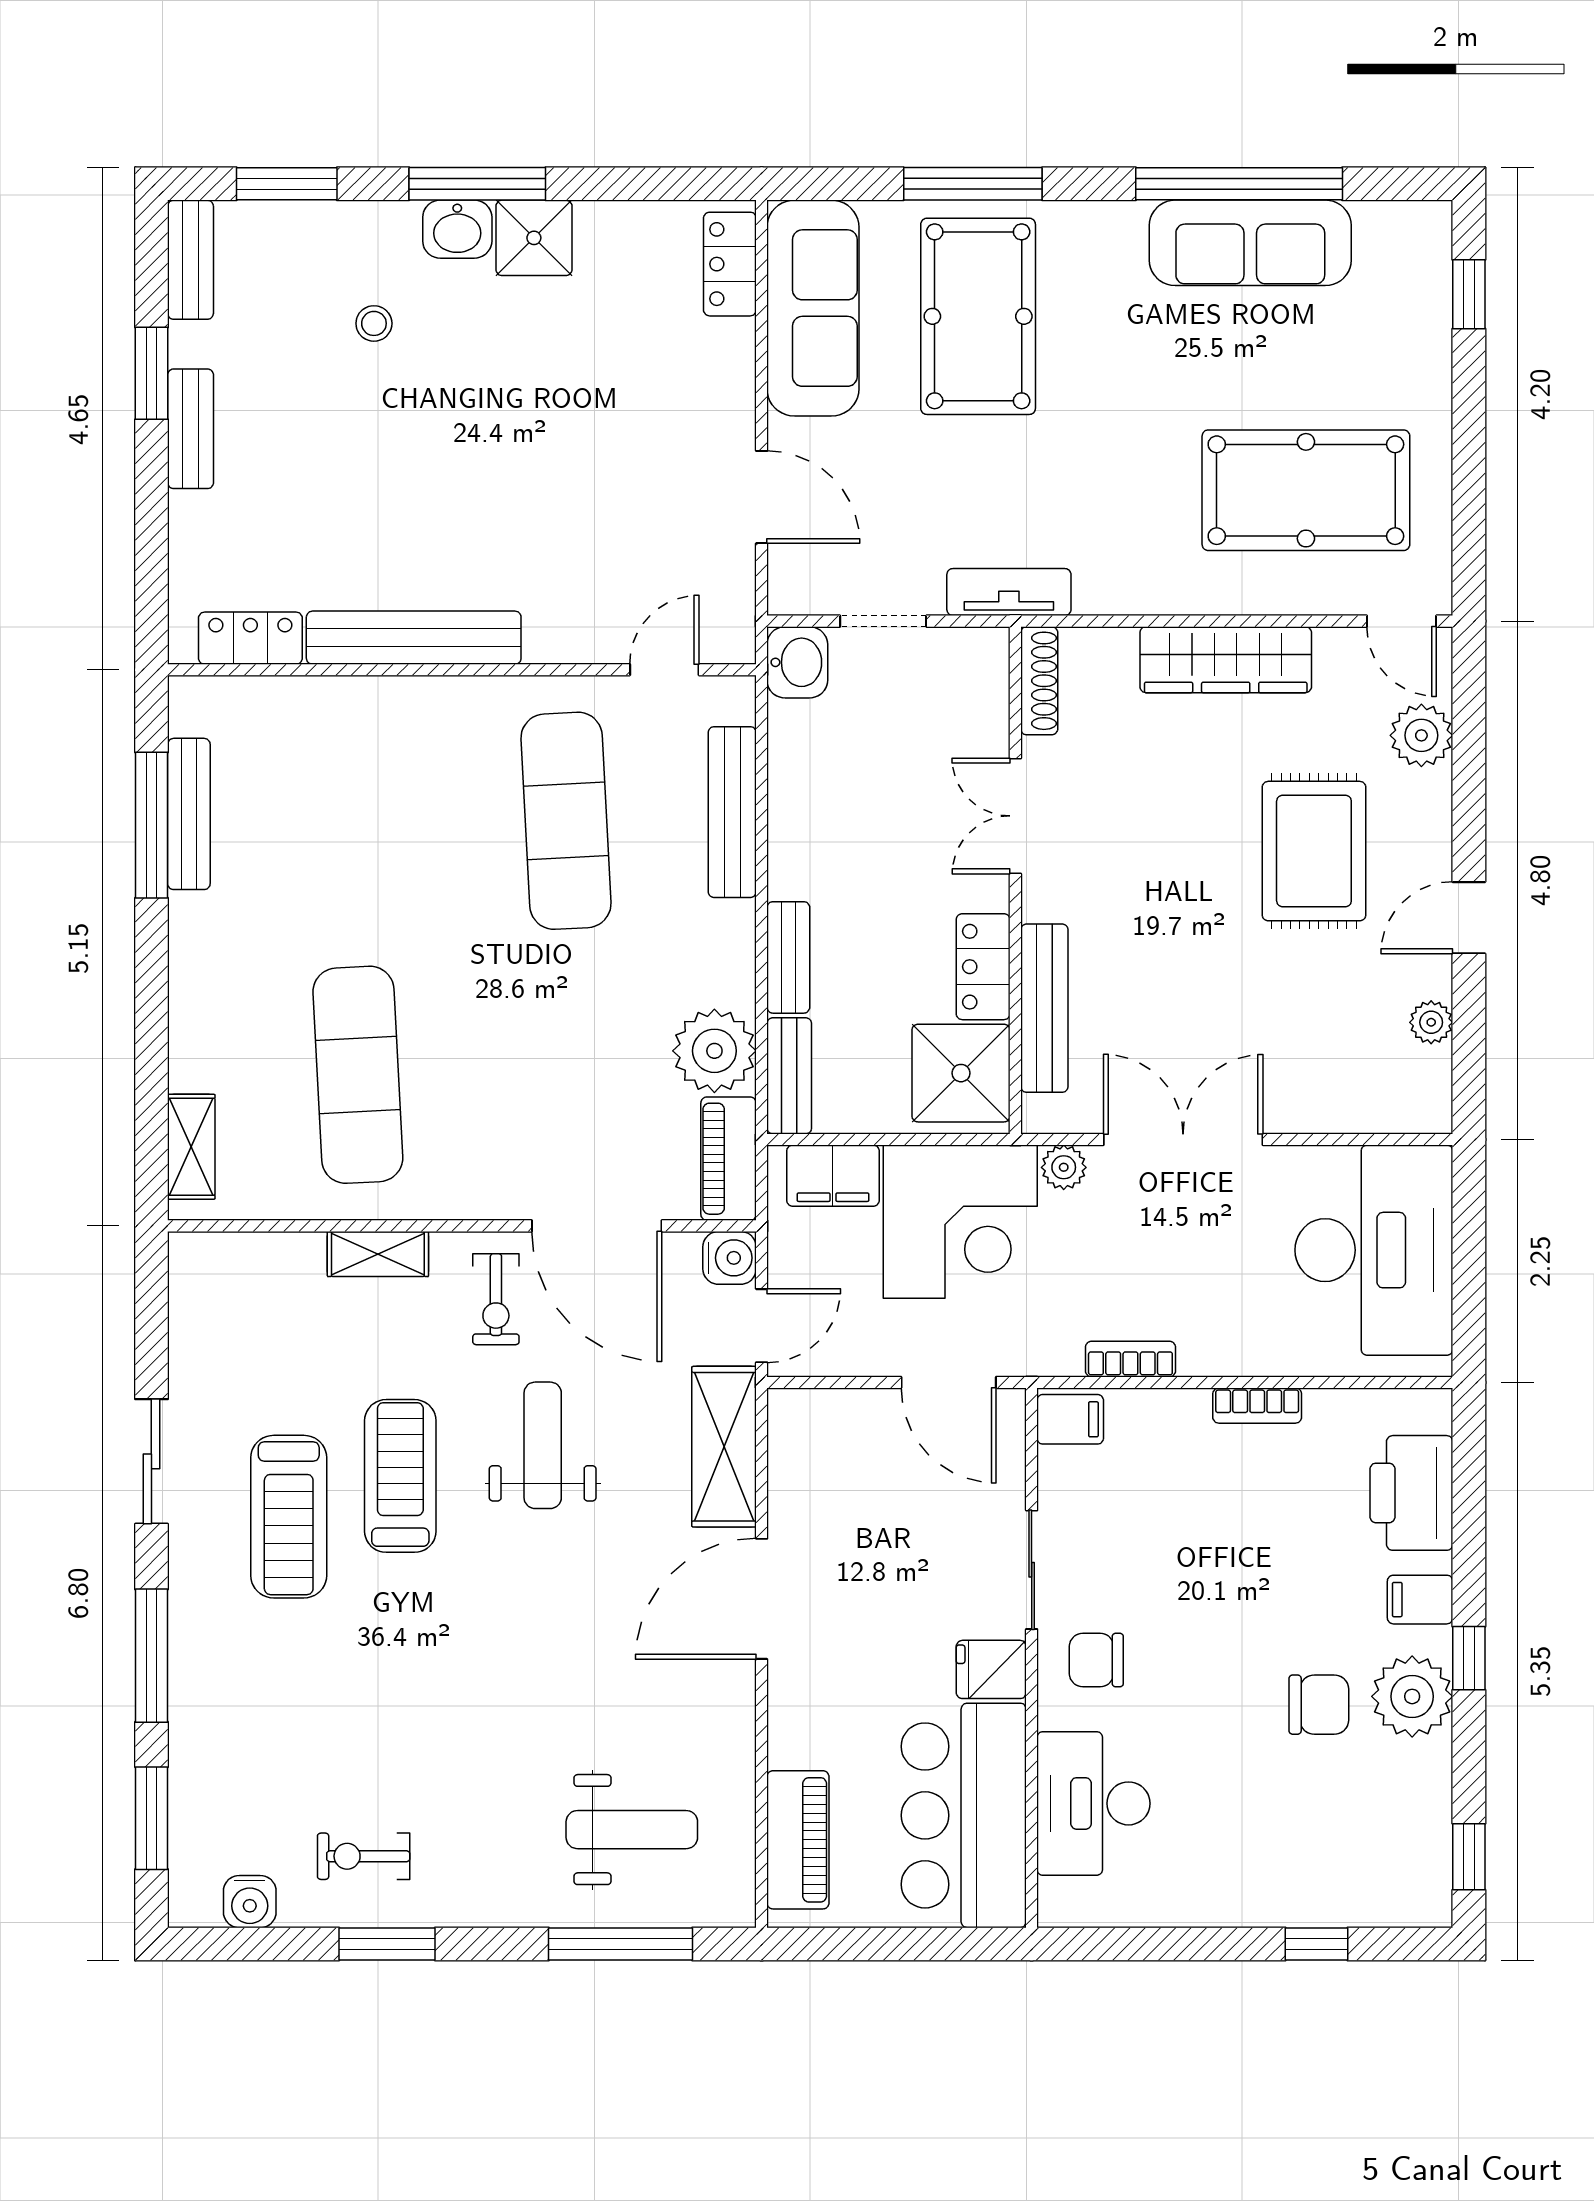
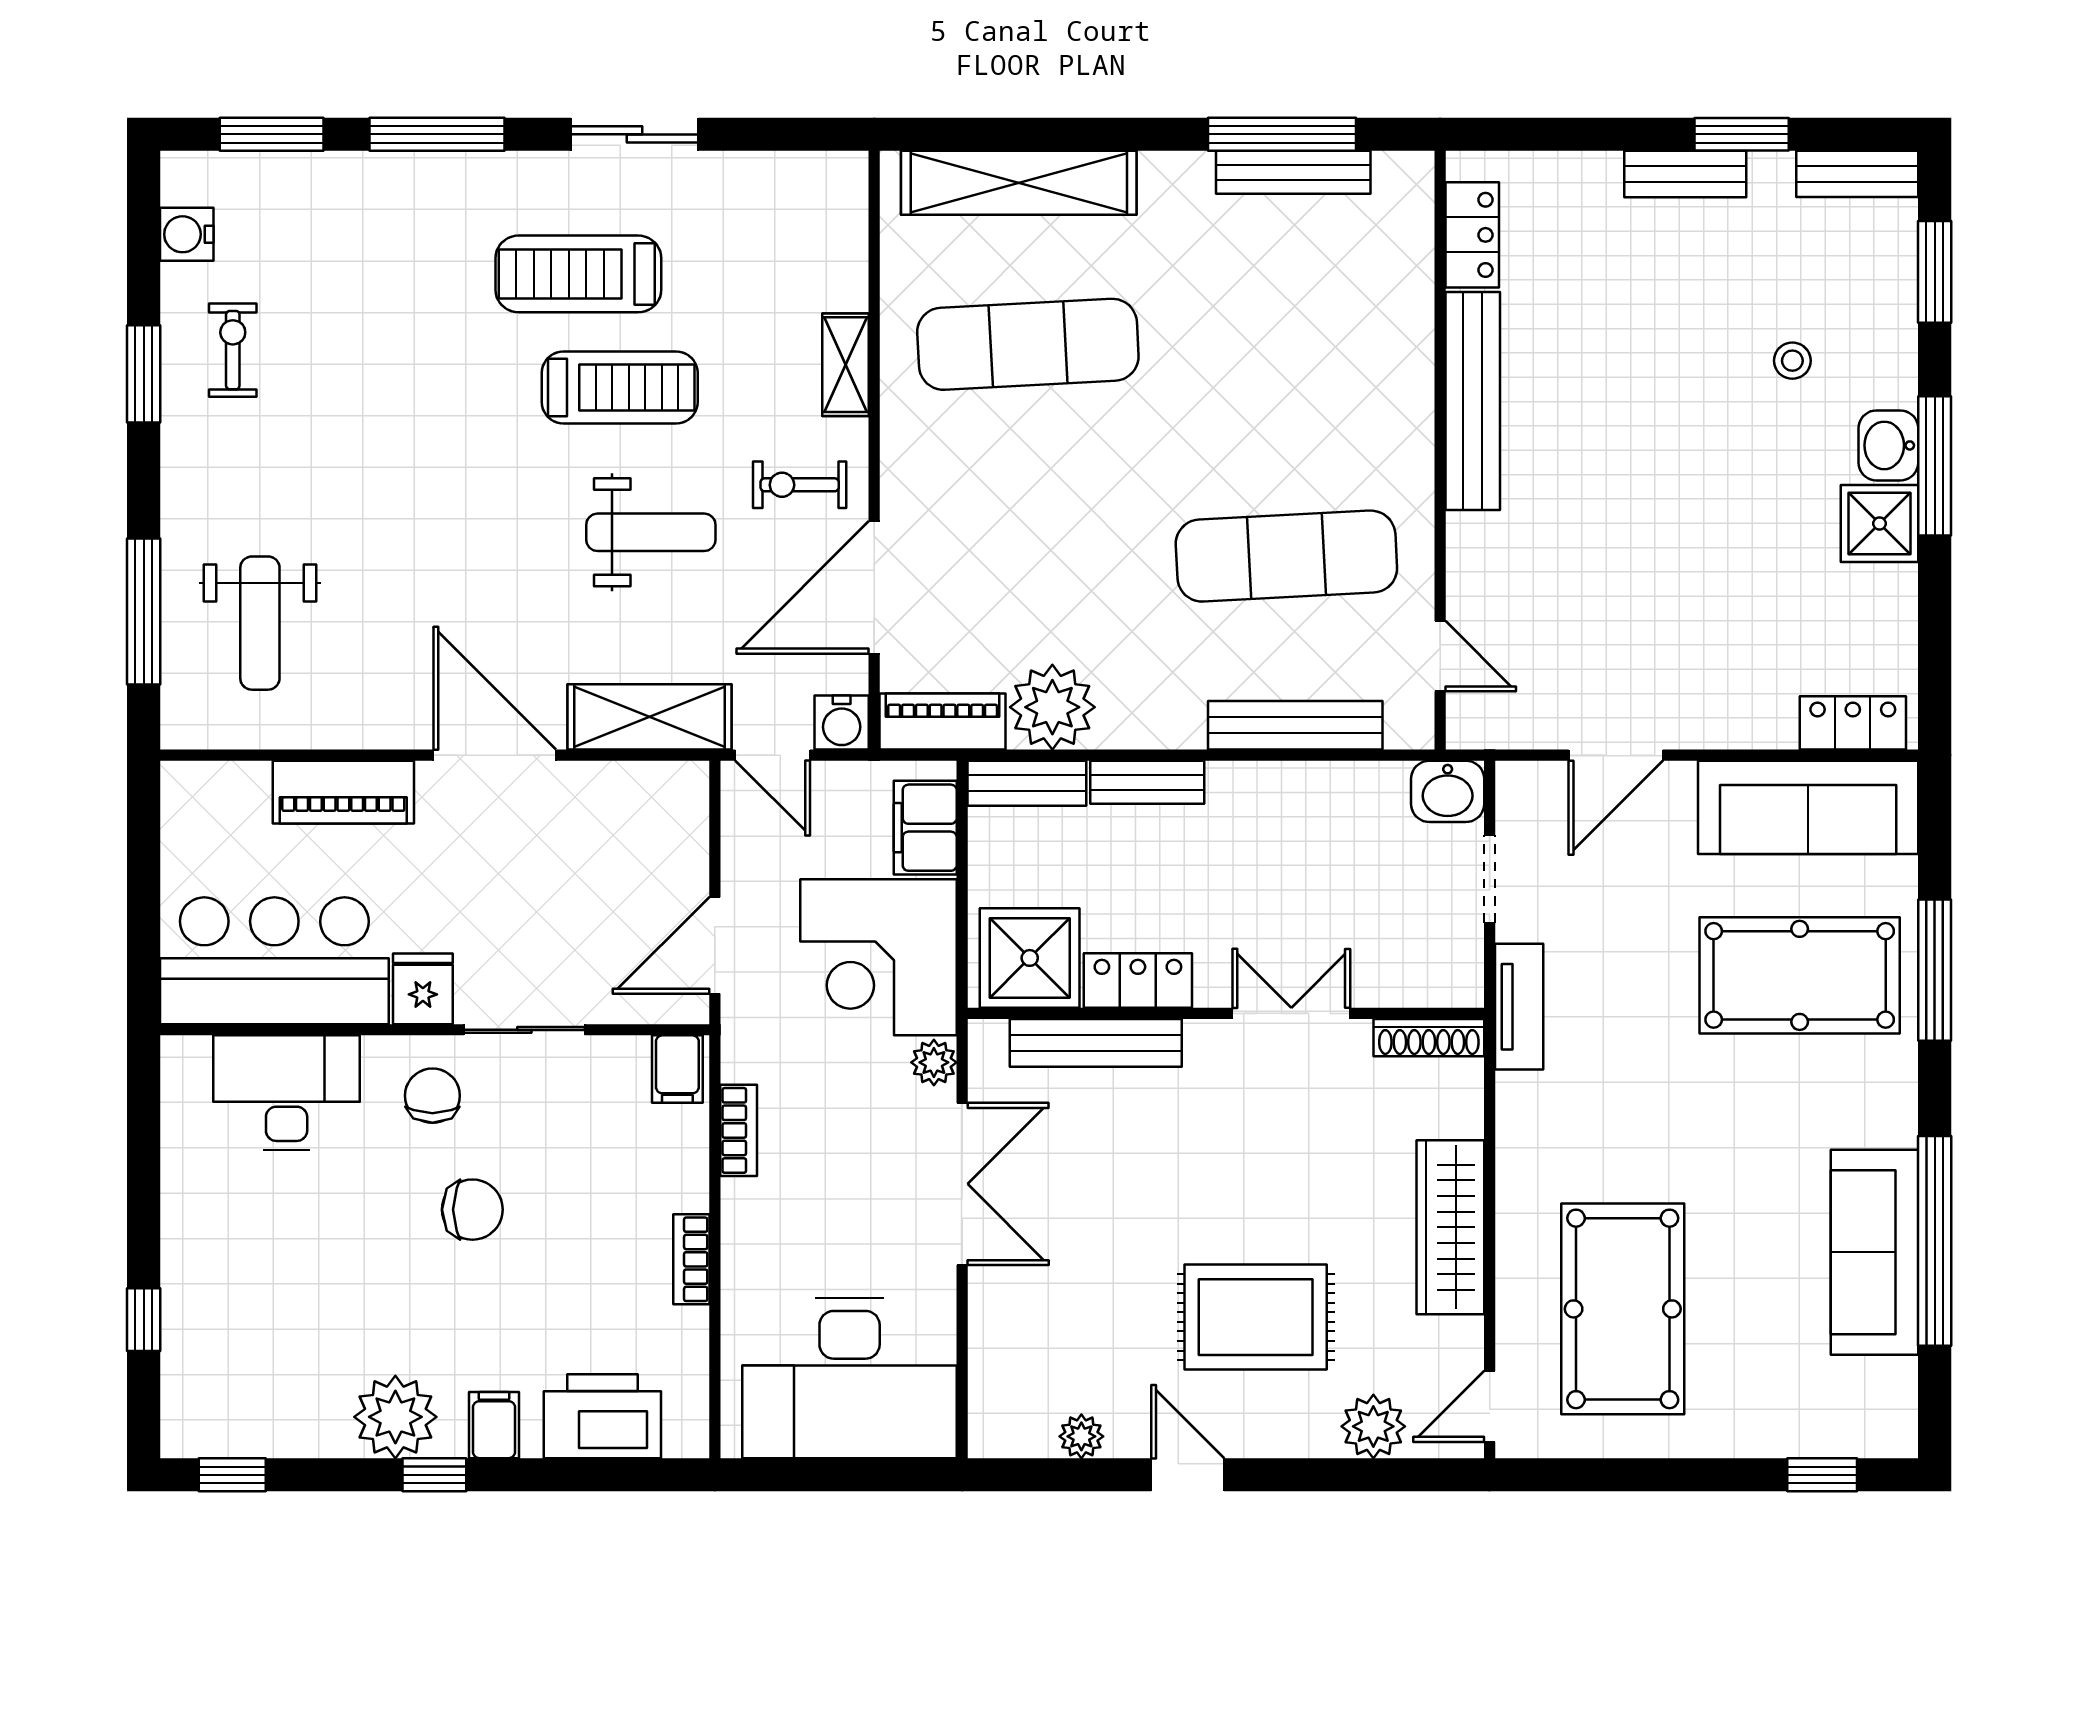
shelving: (191, 1147) -> (1019, 183), width x2.20, depth x1.33
chair: (1319, 1705) -> (472, 1210), moved, turned -90
piano: (798, 1840) -> (343, 792), moved

